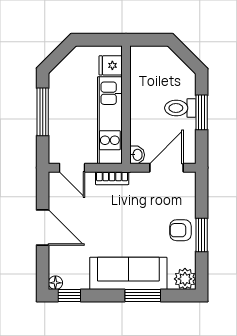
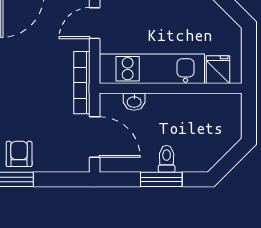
toilet: (180, 108) -> (167, 159), width x0.73, depth x0.72
washbasin: (137, 155) -> (134, 102), moved
bookcase: (112, 178) -> (82, 83), width x1.56

